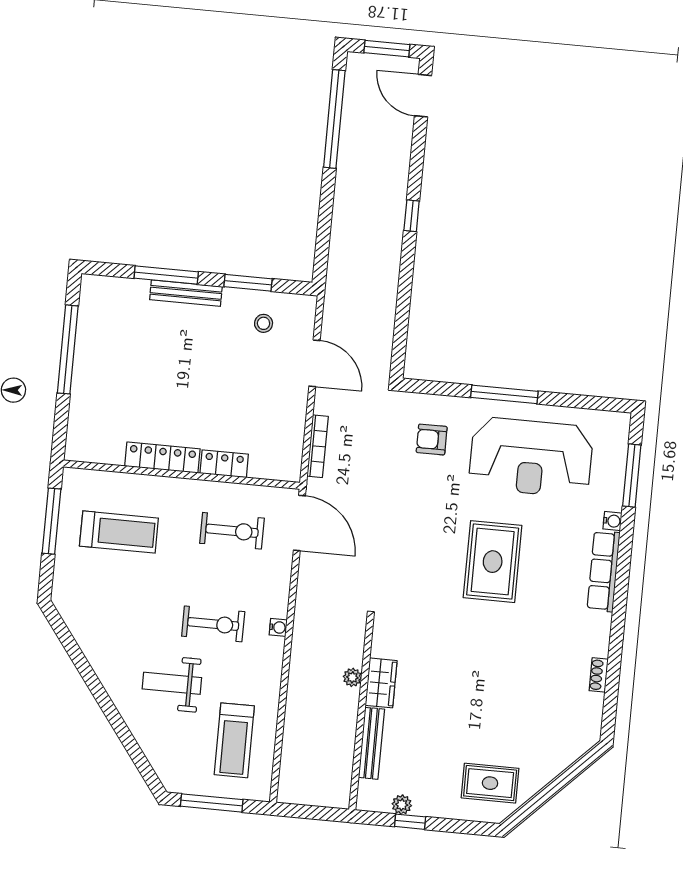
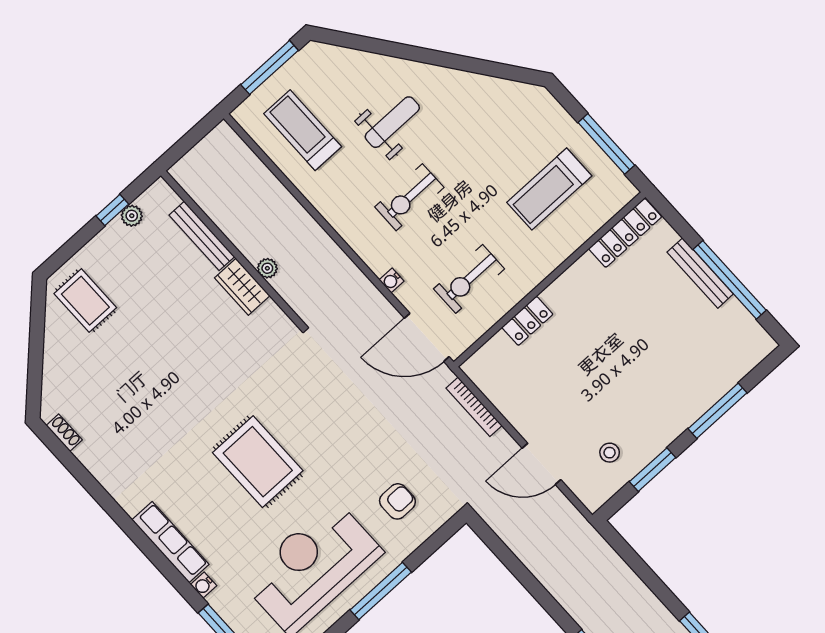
bench: (186, 293) -> (700, 273), moved, turned 90
locker: (162, 458) -> (625, 233), moved
water cooler: (278, 627) -> (392, 281), moved
shoe rack: (599, 675) -> (64, 433), moved
rug: (490, 783) -> (85, 301), turned 90

